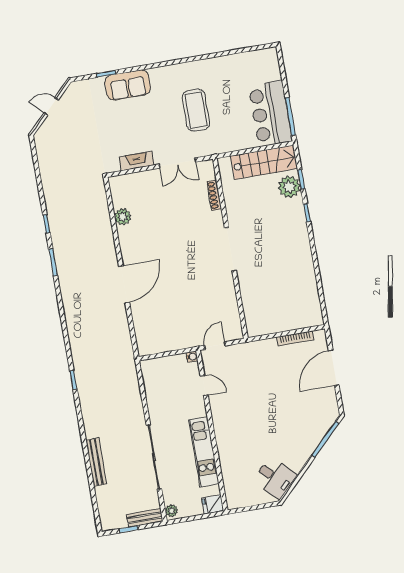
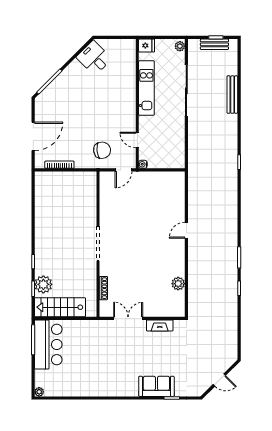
plant: (272, 53) -> (39, 392), added
coffee table: (196, 110) -> (106, 357), removed
door: (124, 284) -> (186, 230), width x0.53
chair: (245, 365) -> (102, 150), added
bench: (145, 518) -> (214, 44), moved

